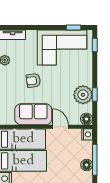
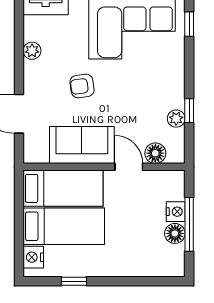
plant: (83, 95) -> (176, 119), width x0.53, depth x0.53
floor lamp: (86, 119) -> (155, 153), moved
nightstand: (87, 134) -> (176, 212), moved

